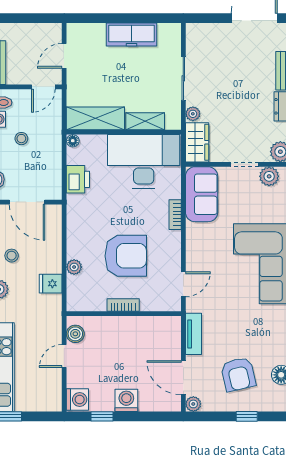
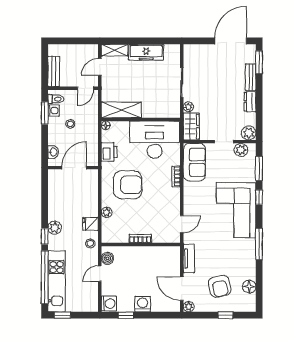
shelving: (145, 121) -> (115, 50), moved
door: (27, 202) -> (74, 168), swing flipped
stool: (12, 256) -> (90, 243), moved
armchair: (126, 256) -> (128, 185), moved

